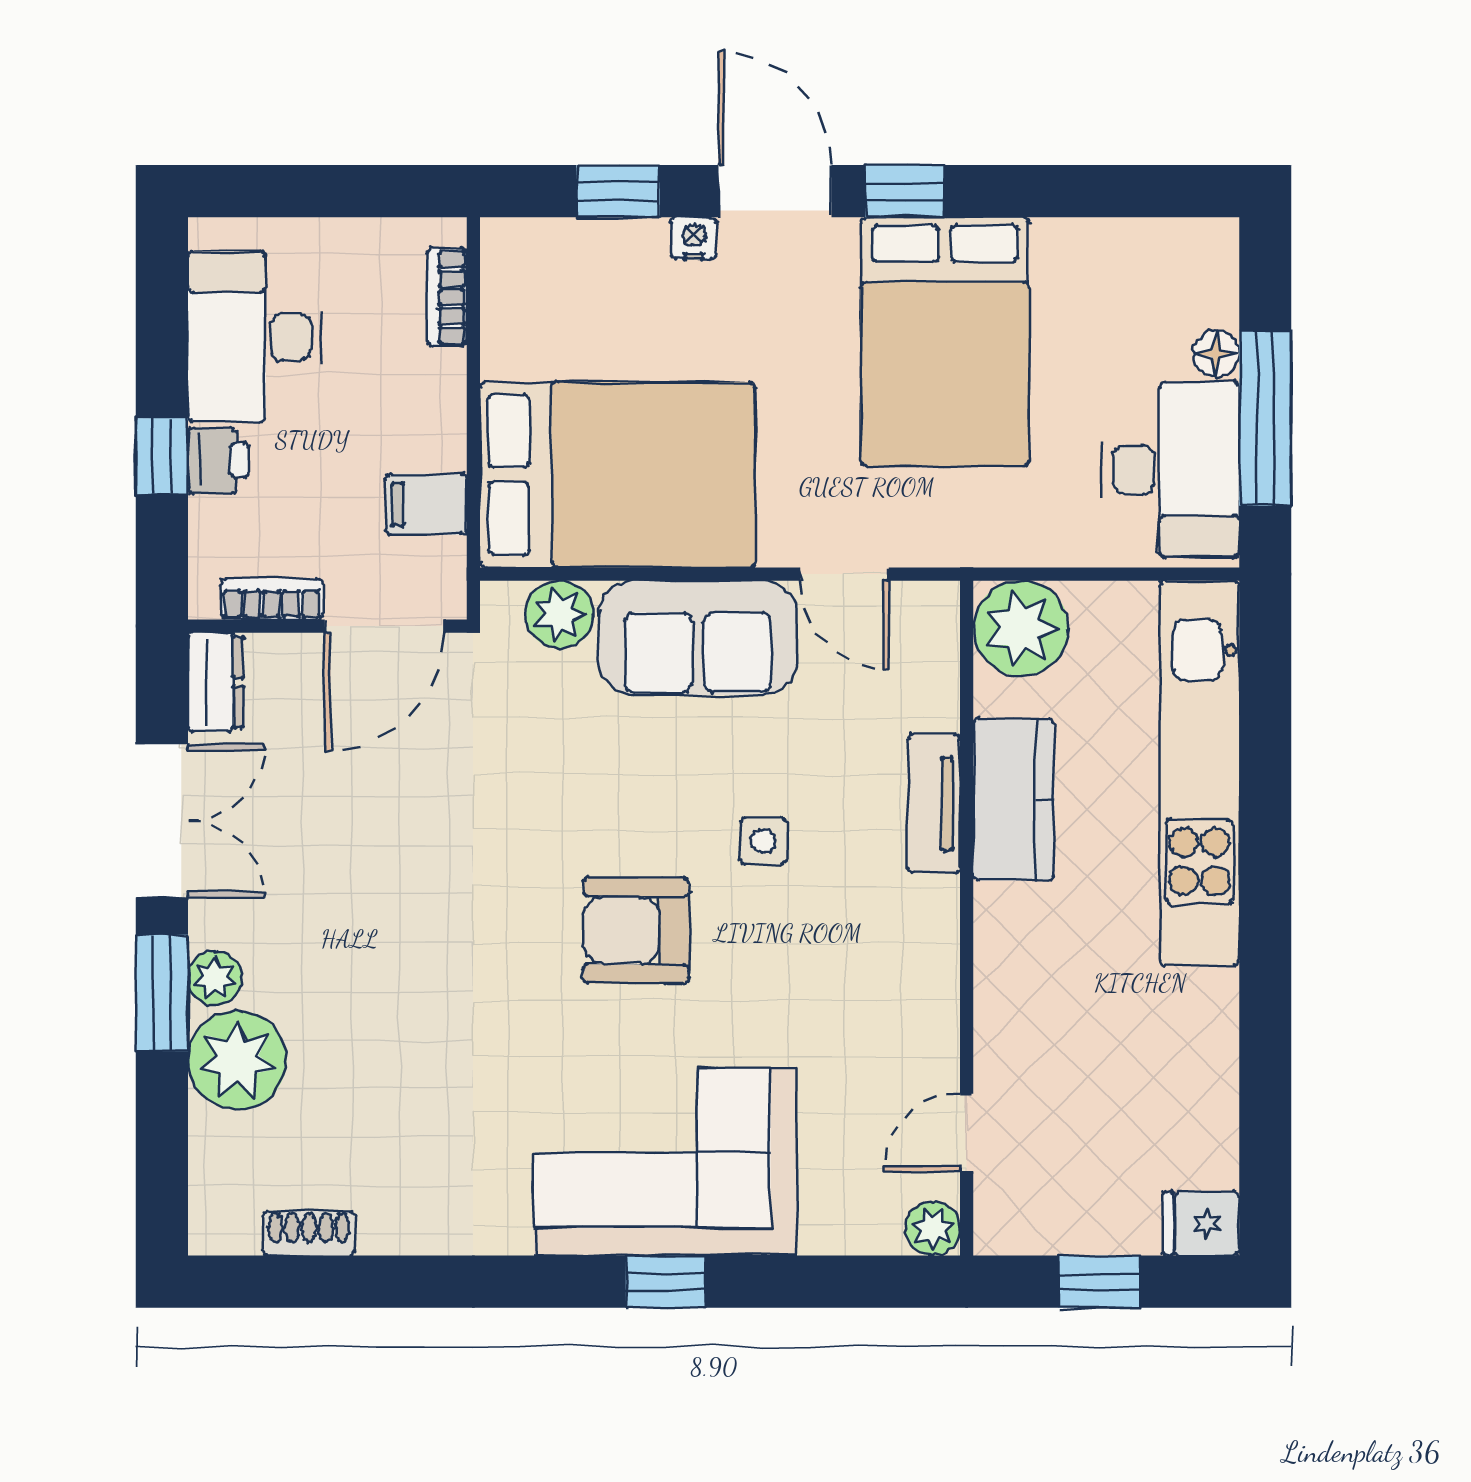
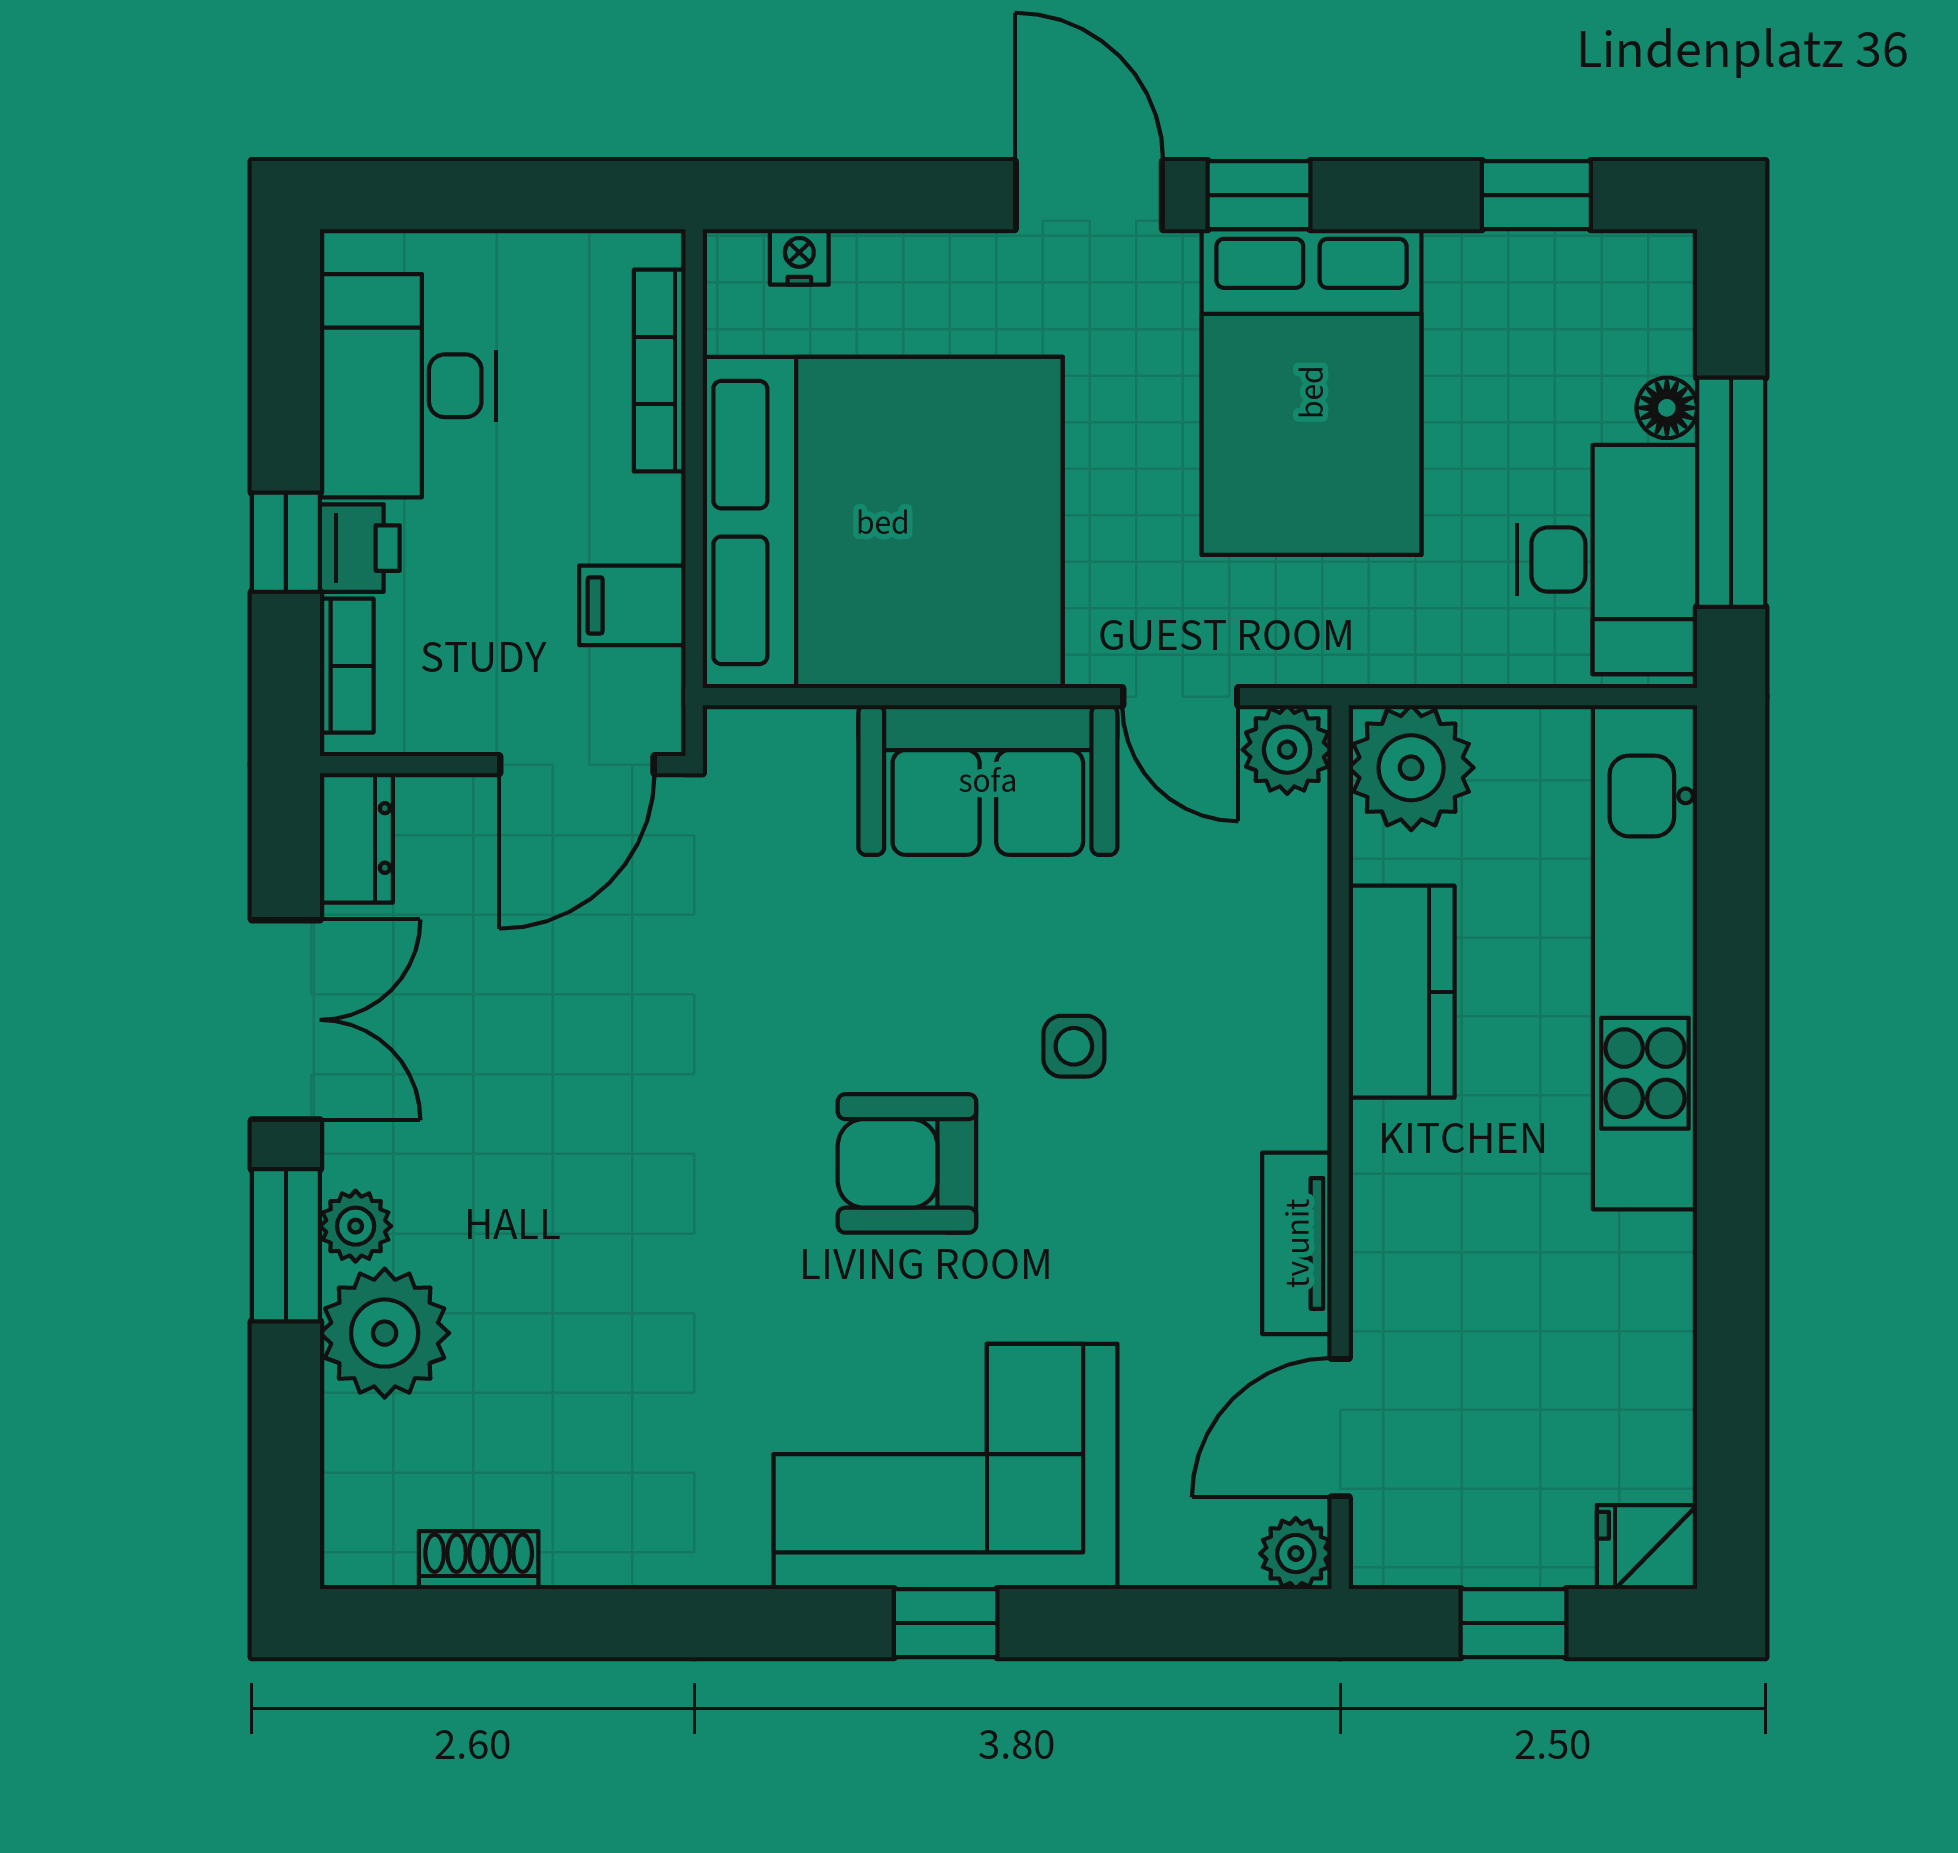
window: (618, 191) -> (1536, 195), moved
nightstand: (694, 238) -> (799, 257), moved
bookcase: (447, 297) -> (660, 371), width x1.56
bed: (617, 475) -> (883, 522), width x1.36
bookcase: (272, 599) -> (347, 666), moved, turned 90
plant: (560, 615) -> (1287, 750), moved
tv unit: (934, 804) -> (1297, 1243), moved
door: (967, 1132) -> (1340, 1428), width x1.38

